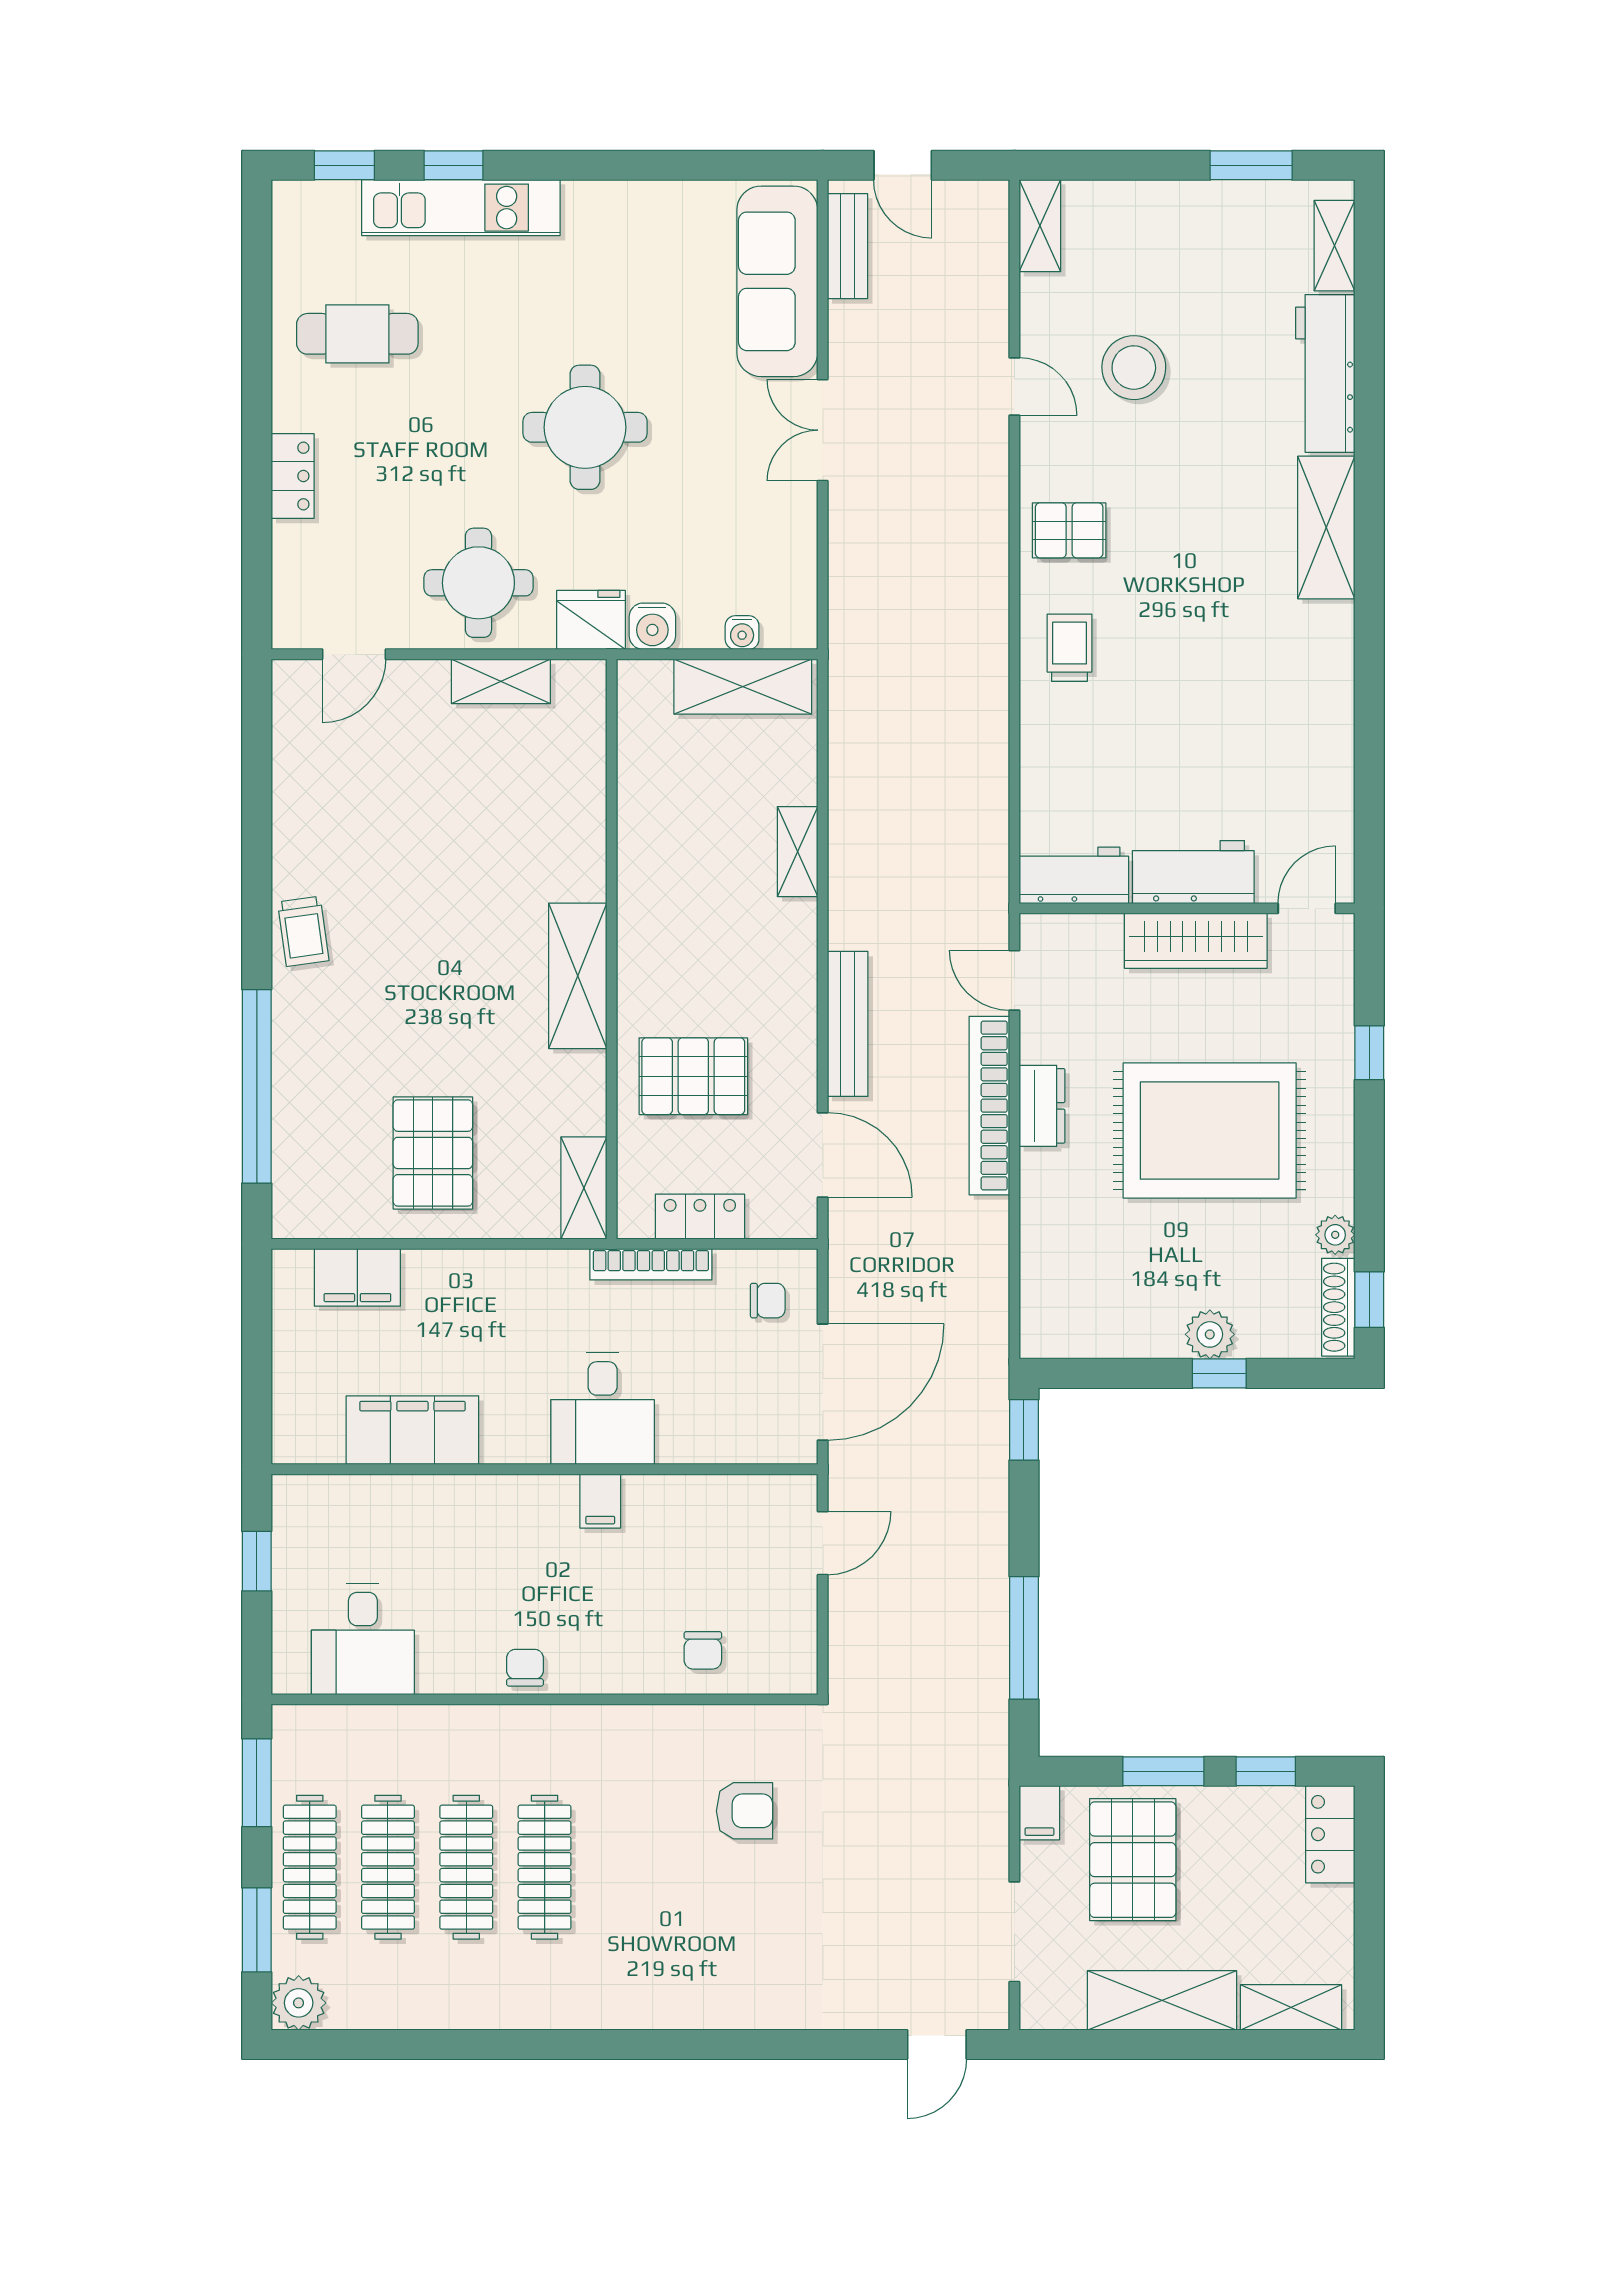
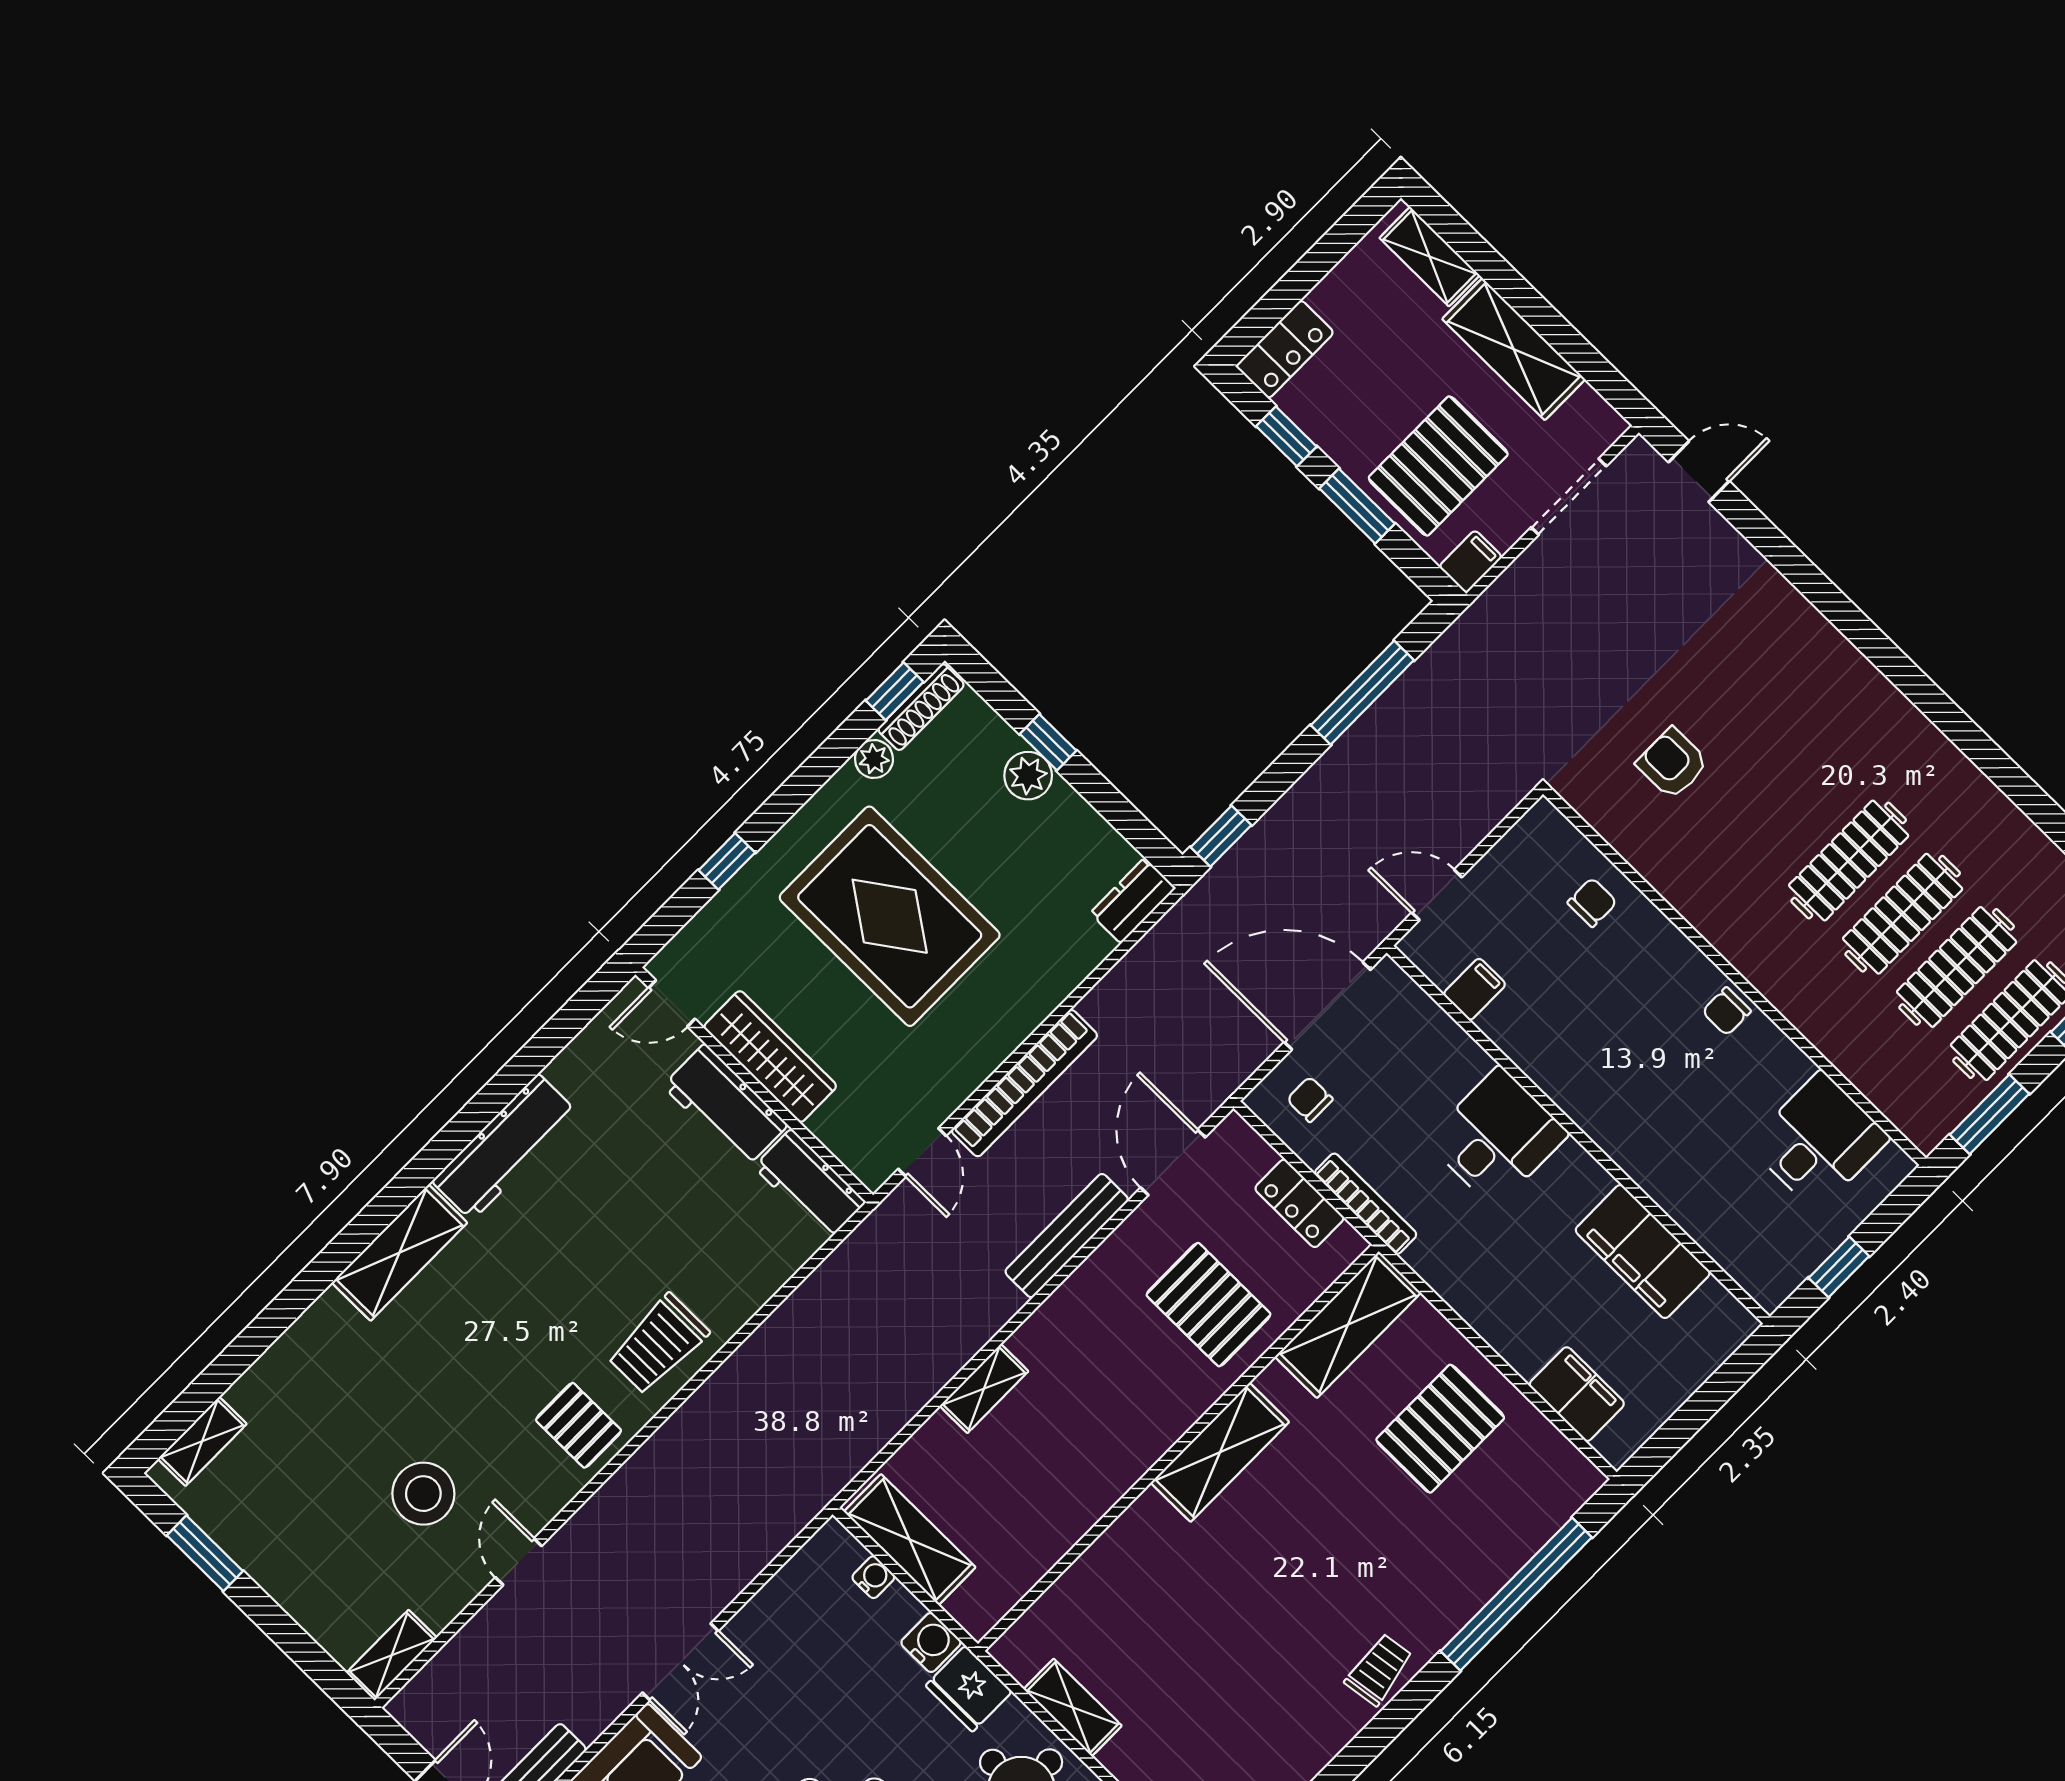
workbench: (1325, 373) -> (505, 1147), moved
trolley: (1069, 648) -> (658, 1344), width x1.36, depth x1.39
dresser: (1042, 1106) -> (1133, 901), moved
shelving: (584, 1188) -> (1348, 1325), width x1.50, depth x1.33
filing cabinet: (600, 1501) -> (1474, 989), moved

